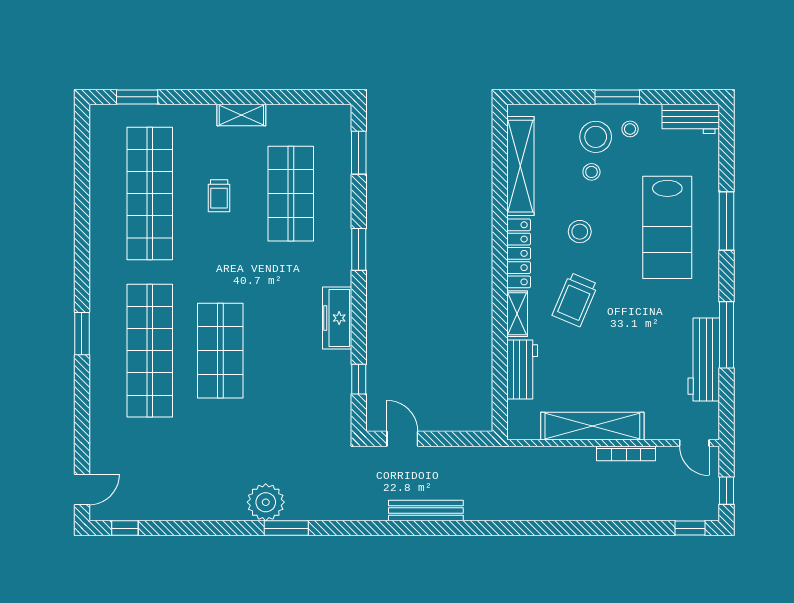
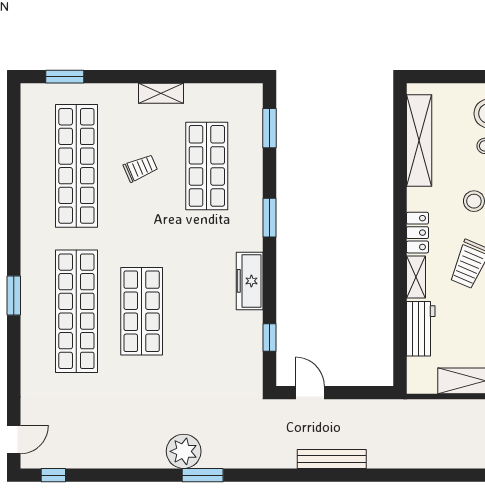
trolley: (219, 196) -> (140, 168), turned -113
locker: (519, 253) -> (417, 233), width x0.66

